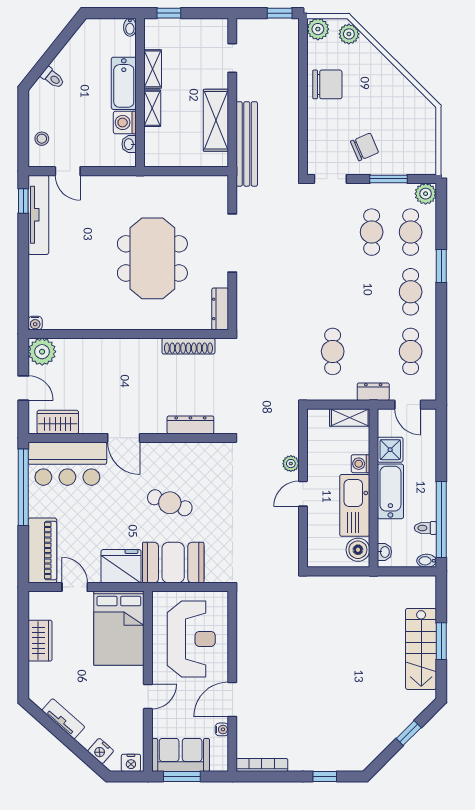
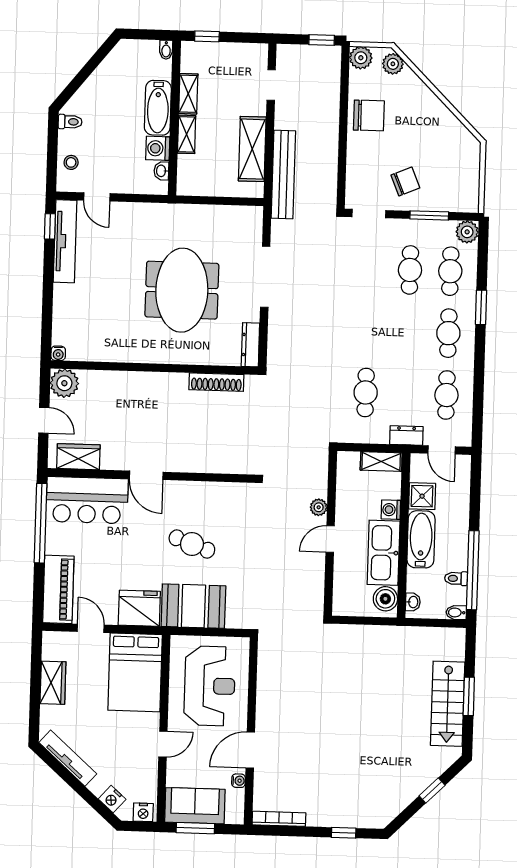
toilet: (53, 78) -> (70, 122), moved, turned -39
dresser: (190, 425) -> (216, 464), removed
tv unit: (63, 719) -> (68, 758), width x1.41

